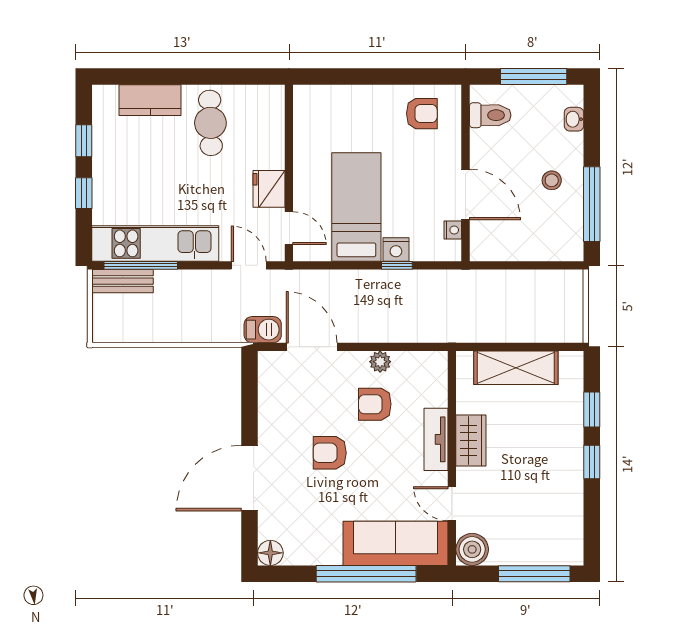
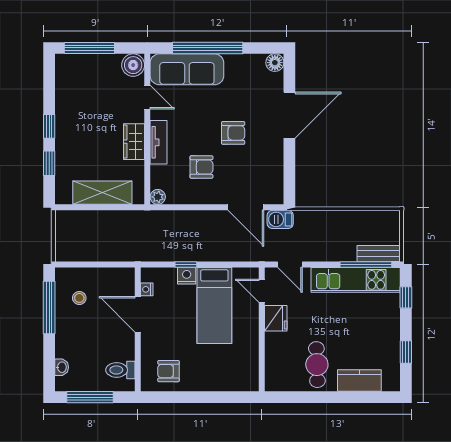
stool: (552, 180) -> (79, 298), moved
window: (84, 193) -> (406, 297), moved
plant: (380, 362) -> (158, 197), moved

